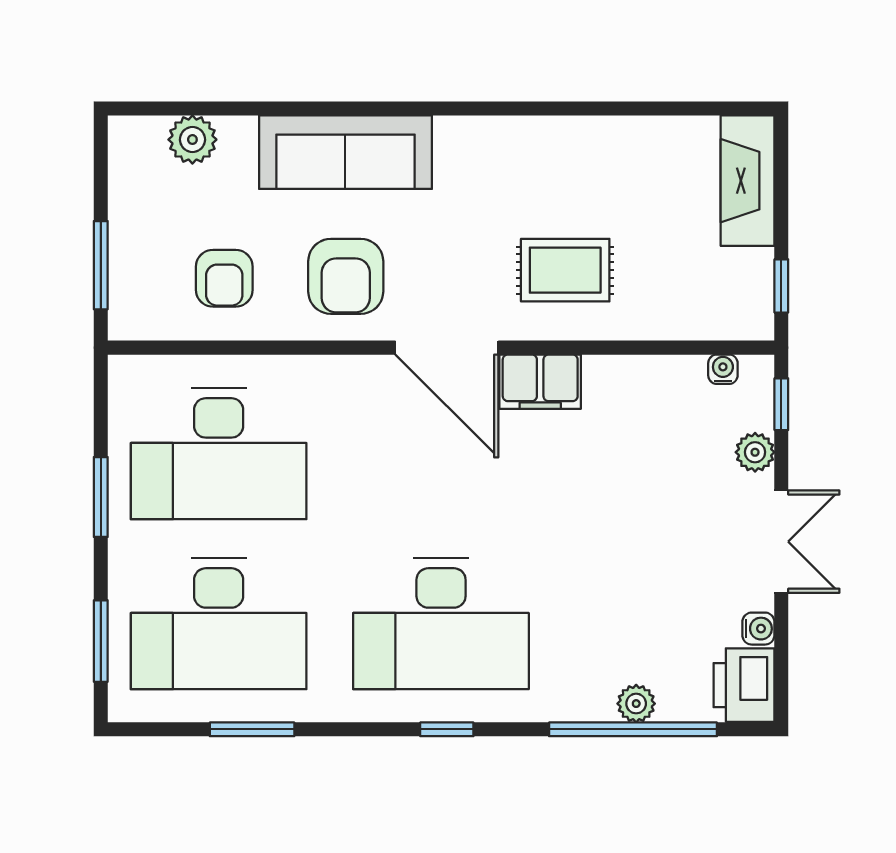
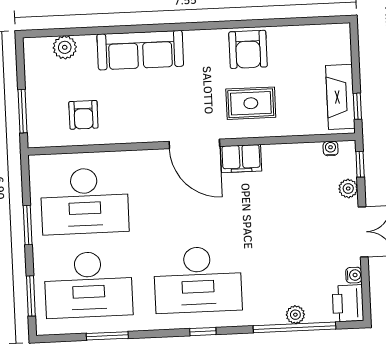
fireplace: (748, 181) -> (340, 97), moved
armchair: (346, 276) -> (248, 49), moved

